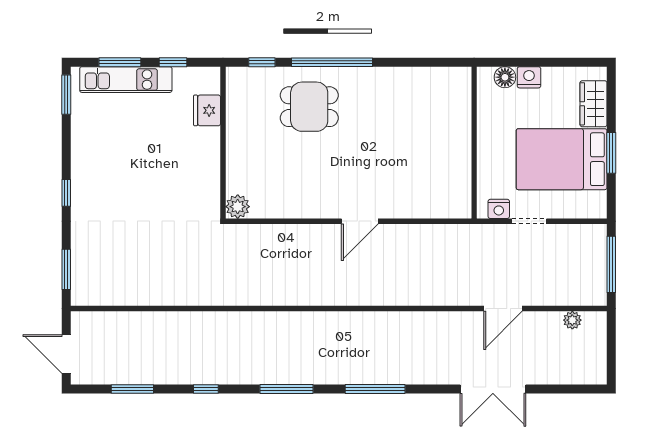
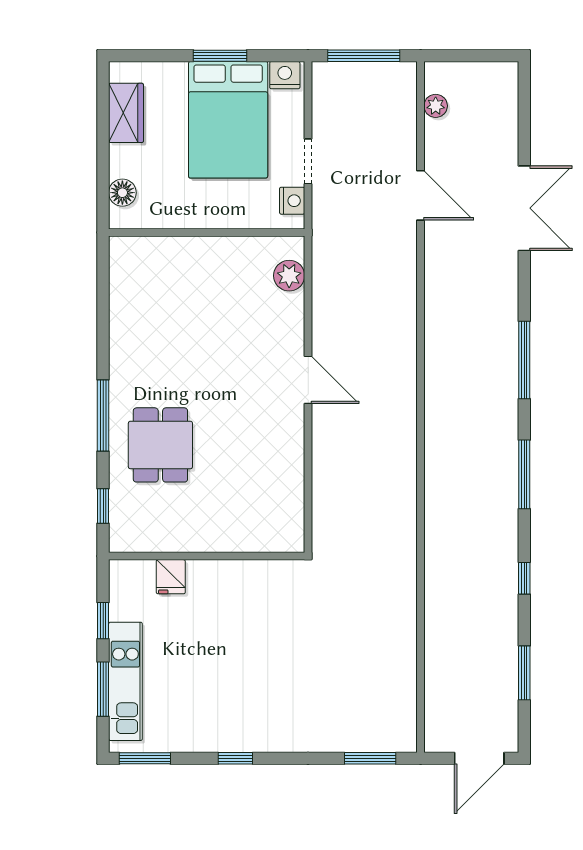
window: (332, 62) -> (103, 416), width x0.68
nightstand: (529, 77) -> (285, 75), moved, turned 90
wardrobe: (593, 104) -> (126, 113), moved, turned -90
fridge: (207, 110) -> (171, 577), width x0.72
window: (66, 193) -> (235, 758), moved
plant: (238, 207) -> (289, 276), moved

